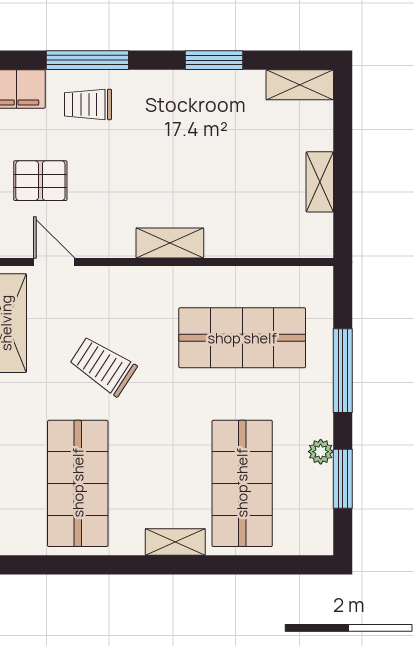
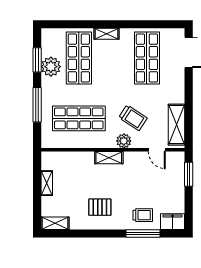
window: (214, 60) -> (91, 233), removed
pallet: (40, 181) -> (100, 207), moved
plant: (134, 283) -> (124, 141), added
trolley: (103, 366) -> (133, 118), moved
plant: (321, 452) -> (51, 67), width x1.88, depth x1.88

